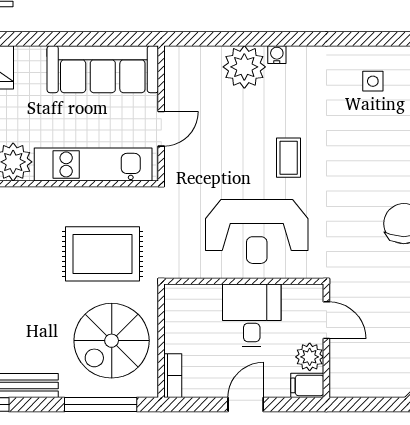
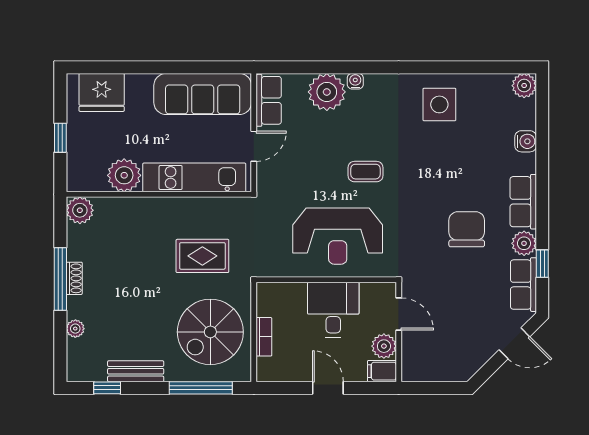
row of seats: (178, 76) -> (269, 100), added
side table: (373, 81) -> (439, 104), width x1.87, depth x1.87
coffee table: (289, 158) -> (365, 172), turned 90
rug: (102, 254) -> (202, 256), width x0.73, depth x0.70
bookcase: (173, 376) -> (264, 337), moved
door: (246, 405) -> (328, 388), hinge flipped

